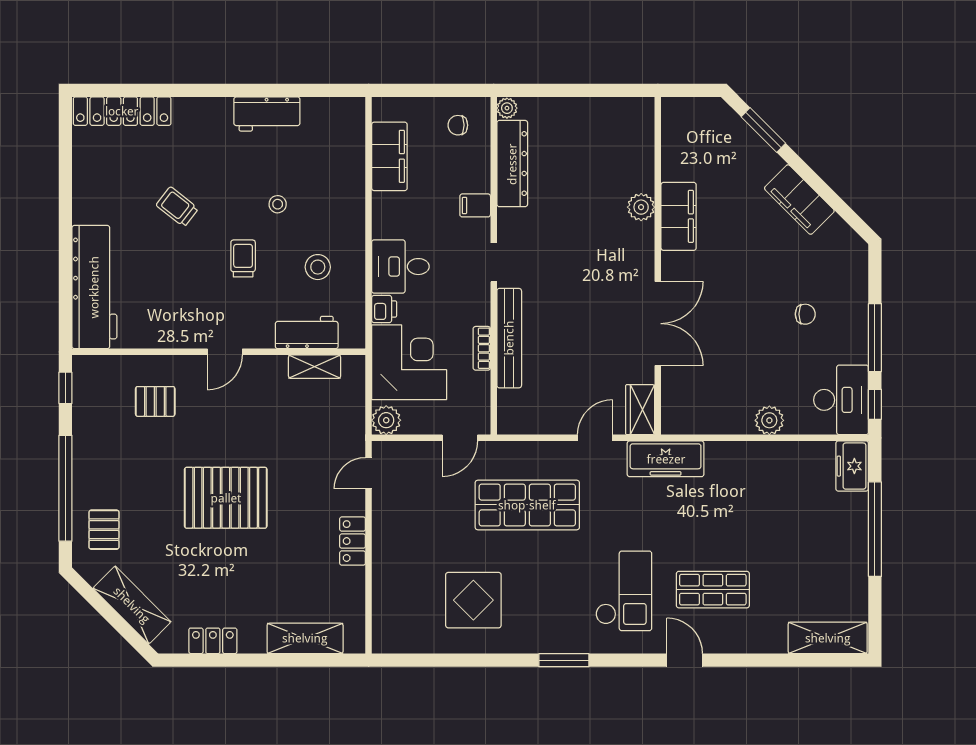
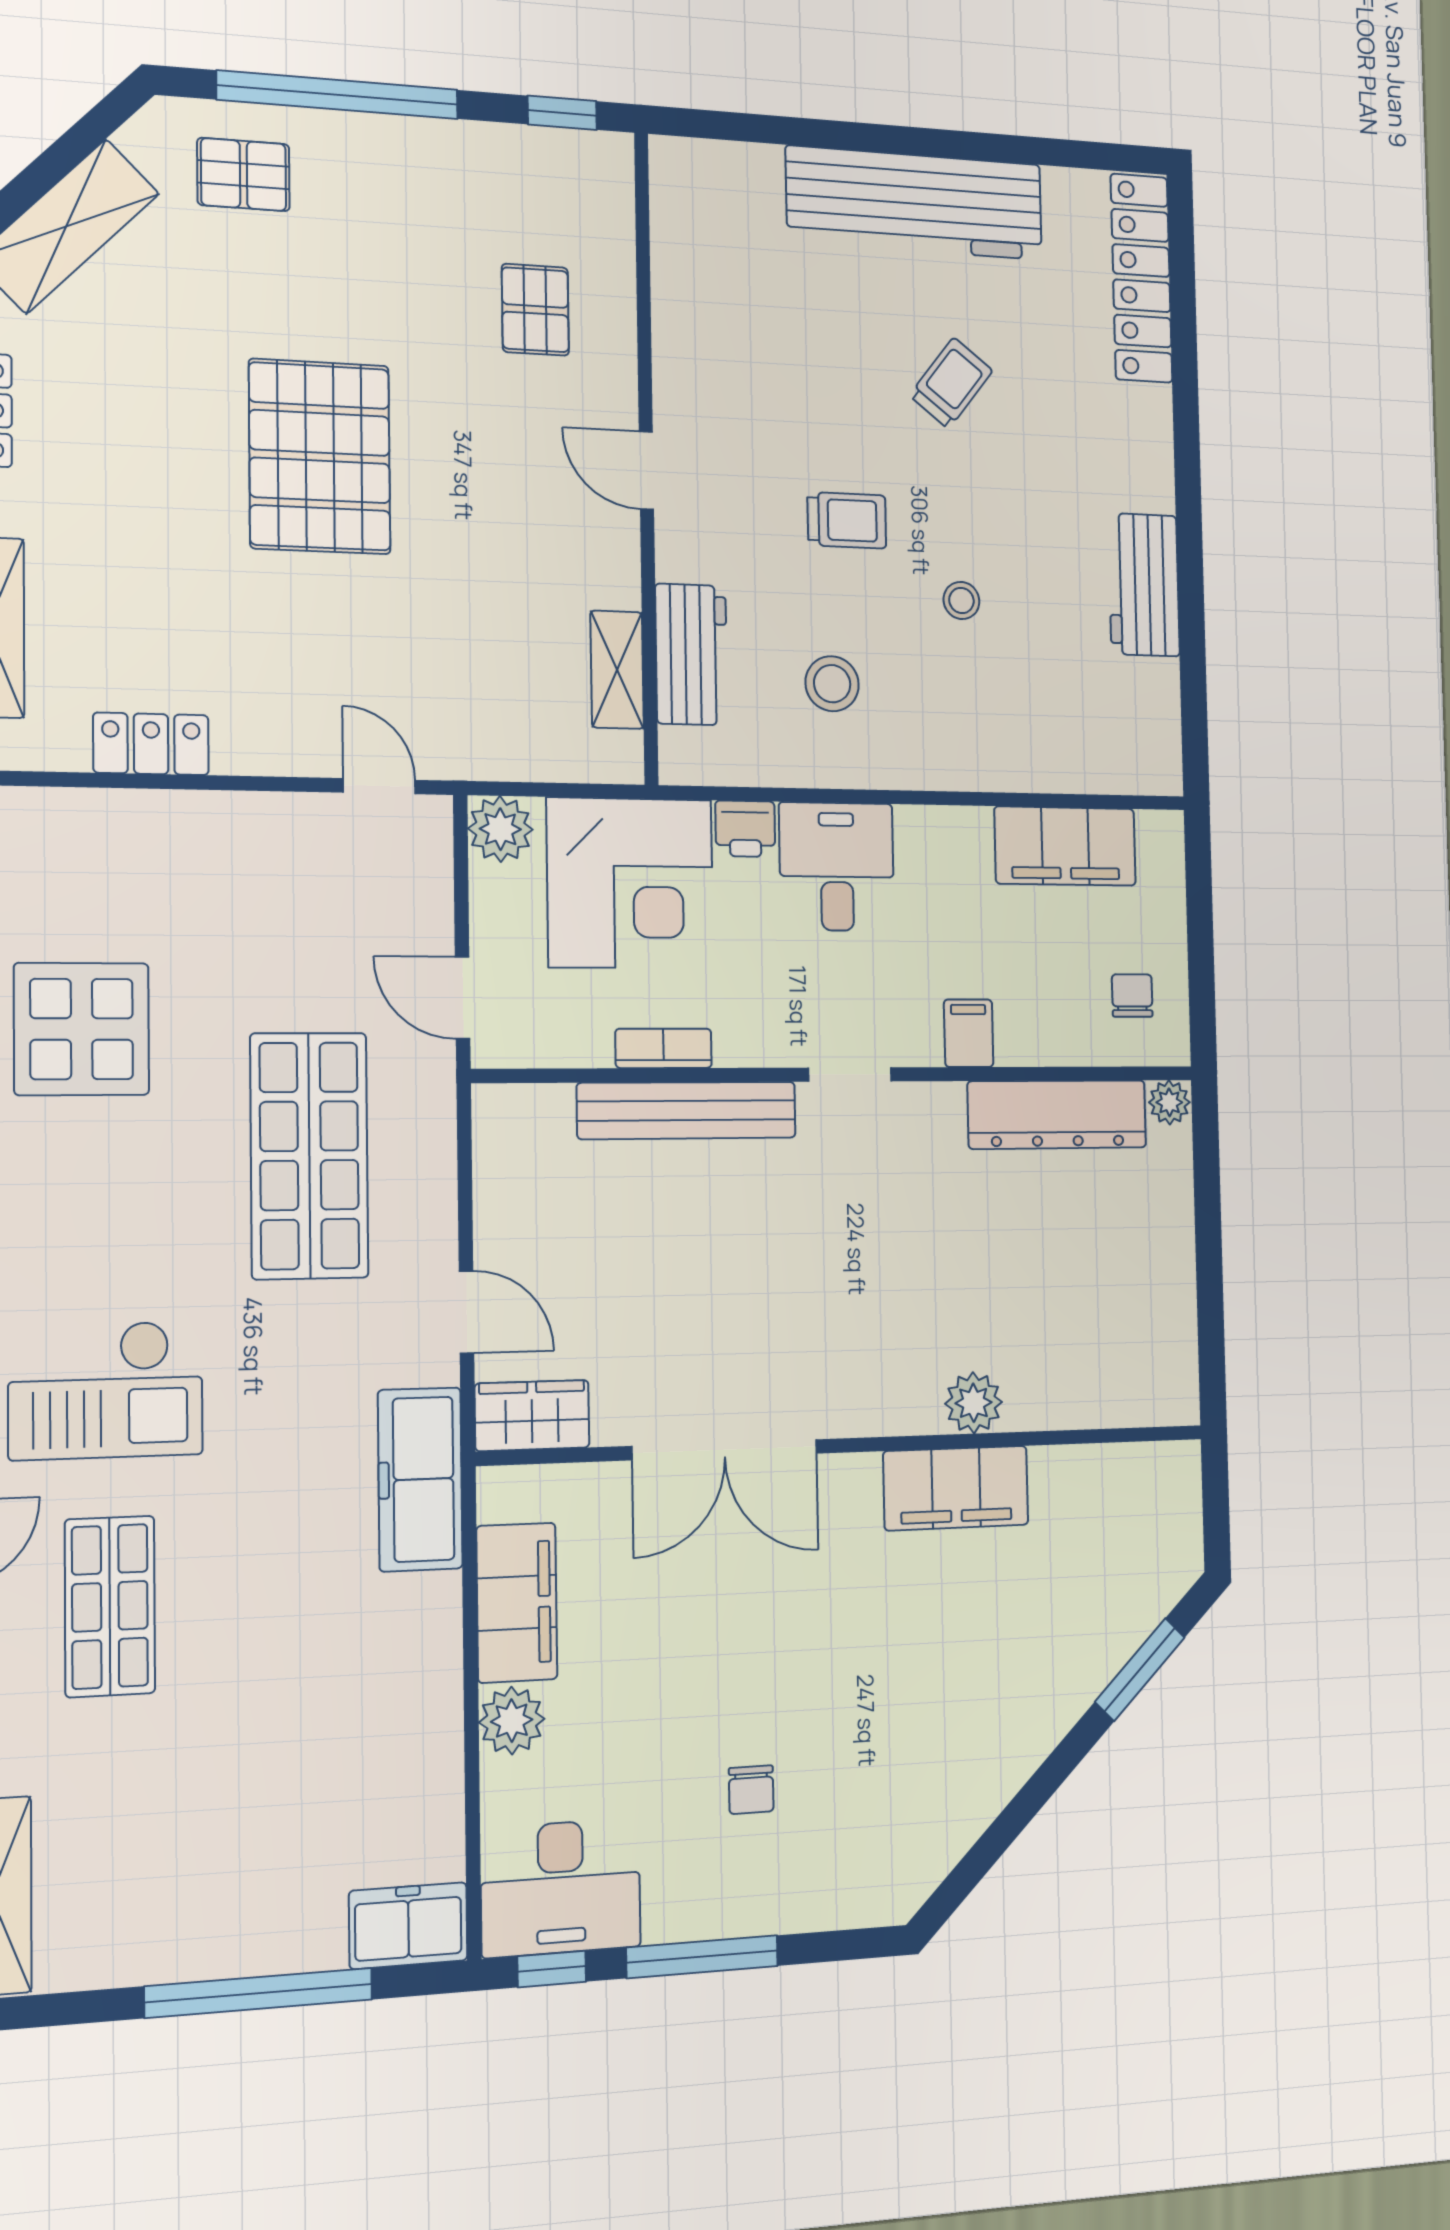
filing cabinet: (799, 200) -> (517, 1603), moved, turned 135
workbench: (94, 287) -> (915, 203), moved
locker: (353, 541) -> (151, 744), moved

